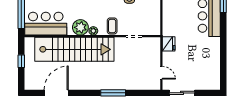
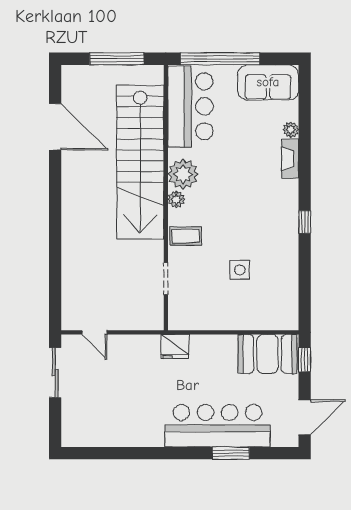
fridge: (169, 44) -> (175, 346), moved
window: (21, 61) -> (117, 59), width x2.17
door: (161, 73) -> (94, 332), hinge flipped
window: (113, 93) -> (55, 238), removed

